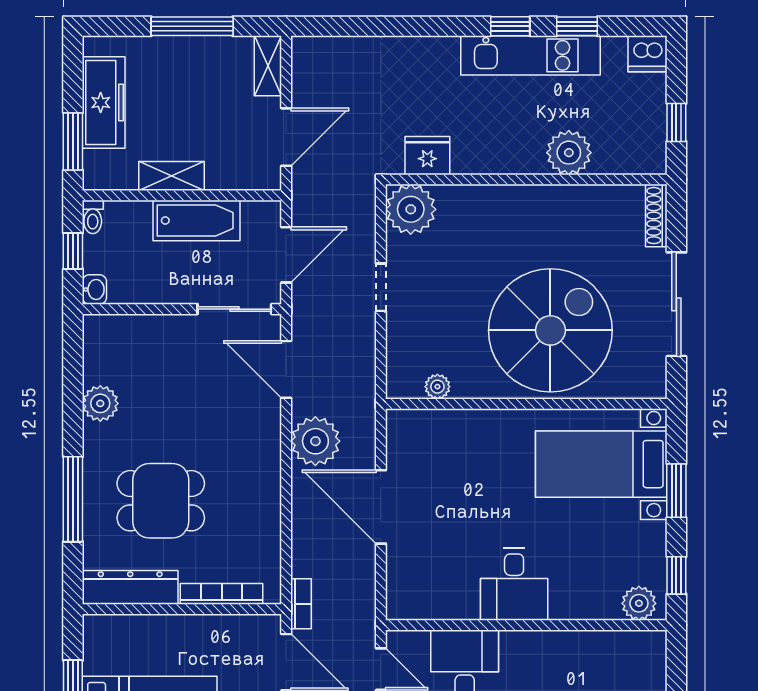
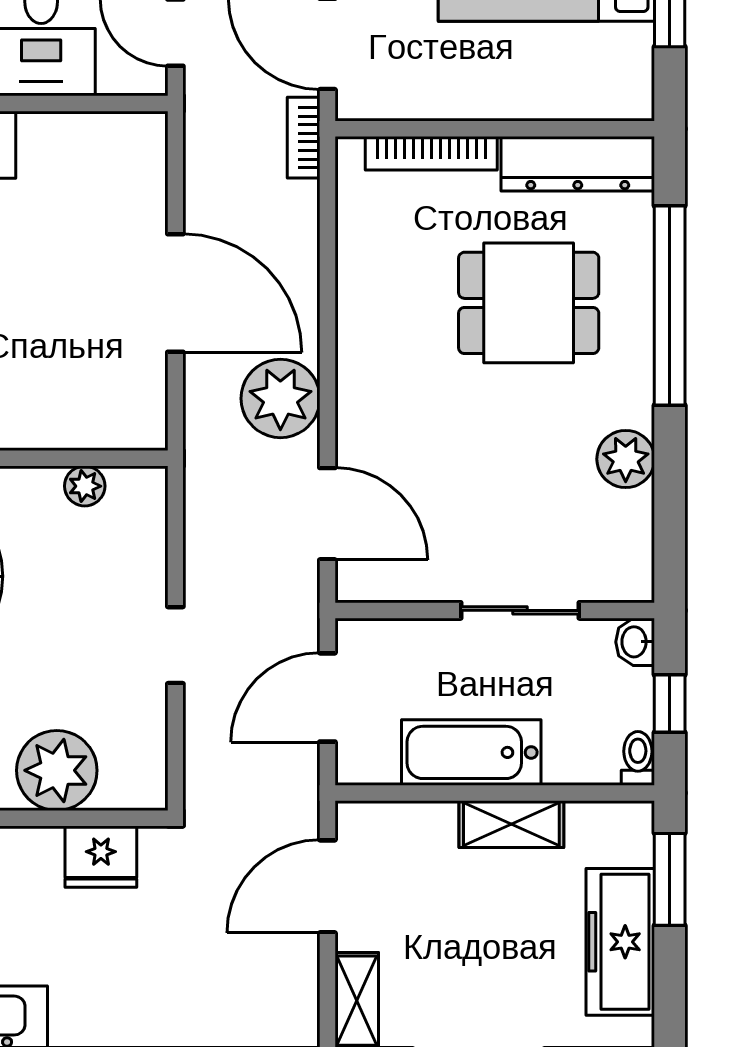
plant: (411, 209) -> (57, 770), moved
sliding door: (234, 309) -> (520, 610), moved
window: (73, 499) -> (670, 305), width x1.46

